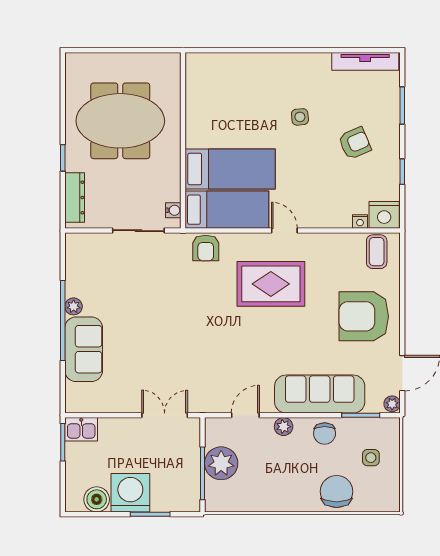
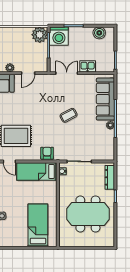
bed: (230, 169) -> (38, 225), moved, turned 90
coffee table: (161, 327) -> (69, 115), added
sofa: (84, 349) -> (105, 99), width x1.36
double door: (165, 415) -> (67, 73), swing flipped
kitchen sink: (81, 429) -> (88, 66), moved
plant: (221, 463) -> (40, 35), moved
washing machine: (130, 493) -> (59, 36), moved

